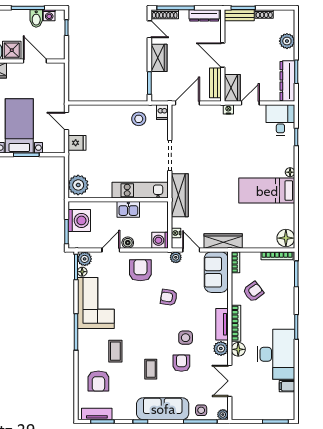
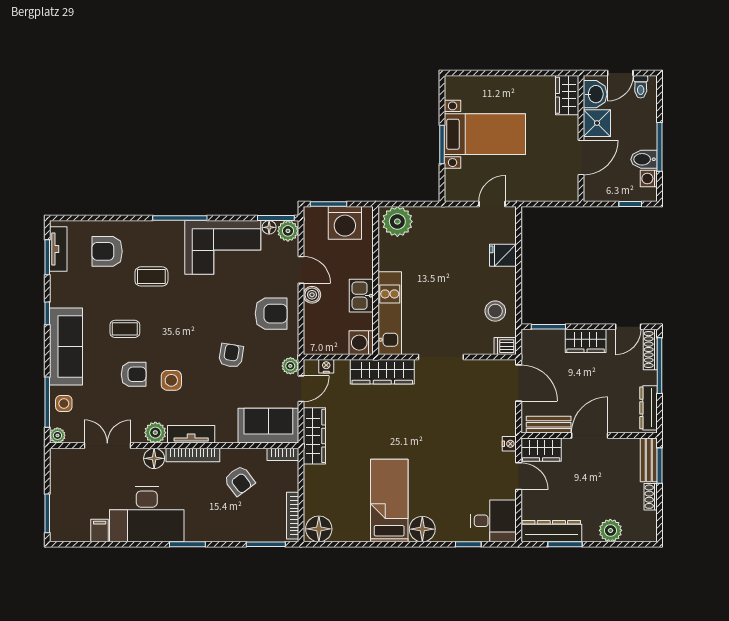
fridge: (77, 143) -> (503, 255), moved, turned 90
floor lamp: (290, 172) -> (422, 529), width x1.89, depth x1.89
washing machine: (160, 240) -> (361, 343), moved, turned -90

